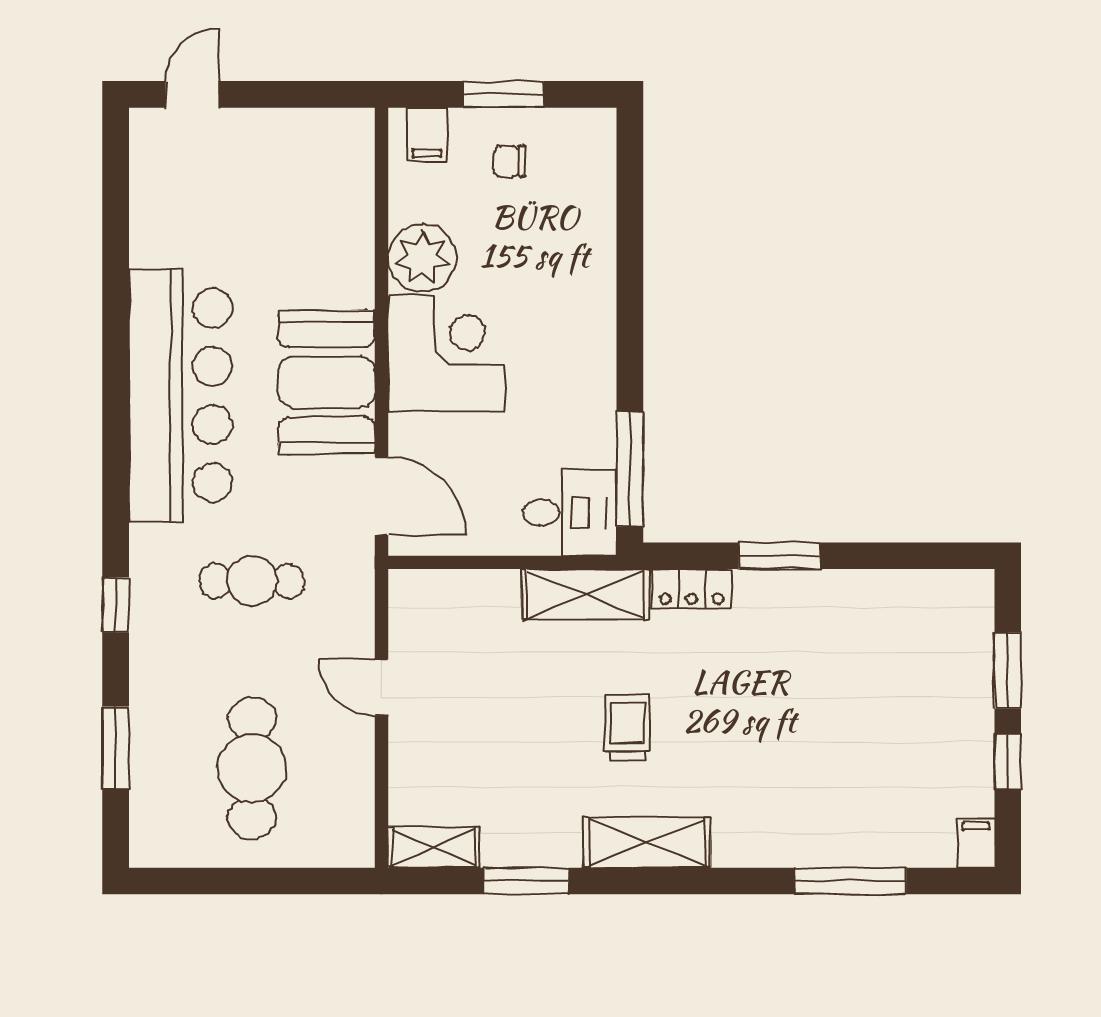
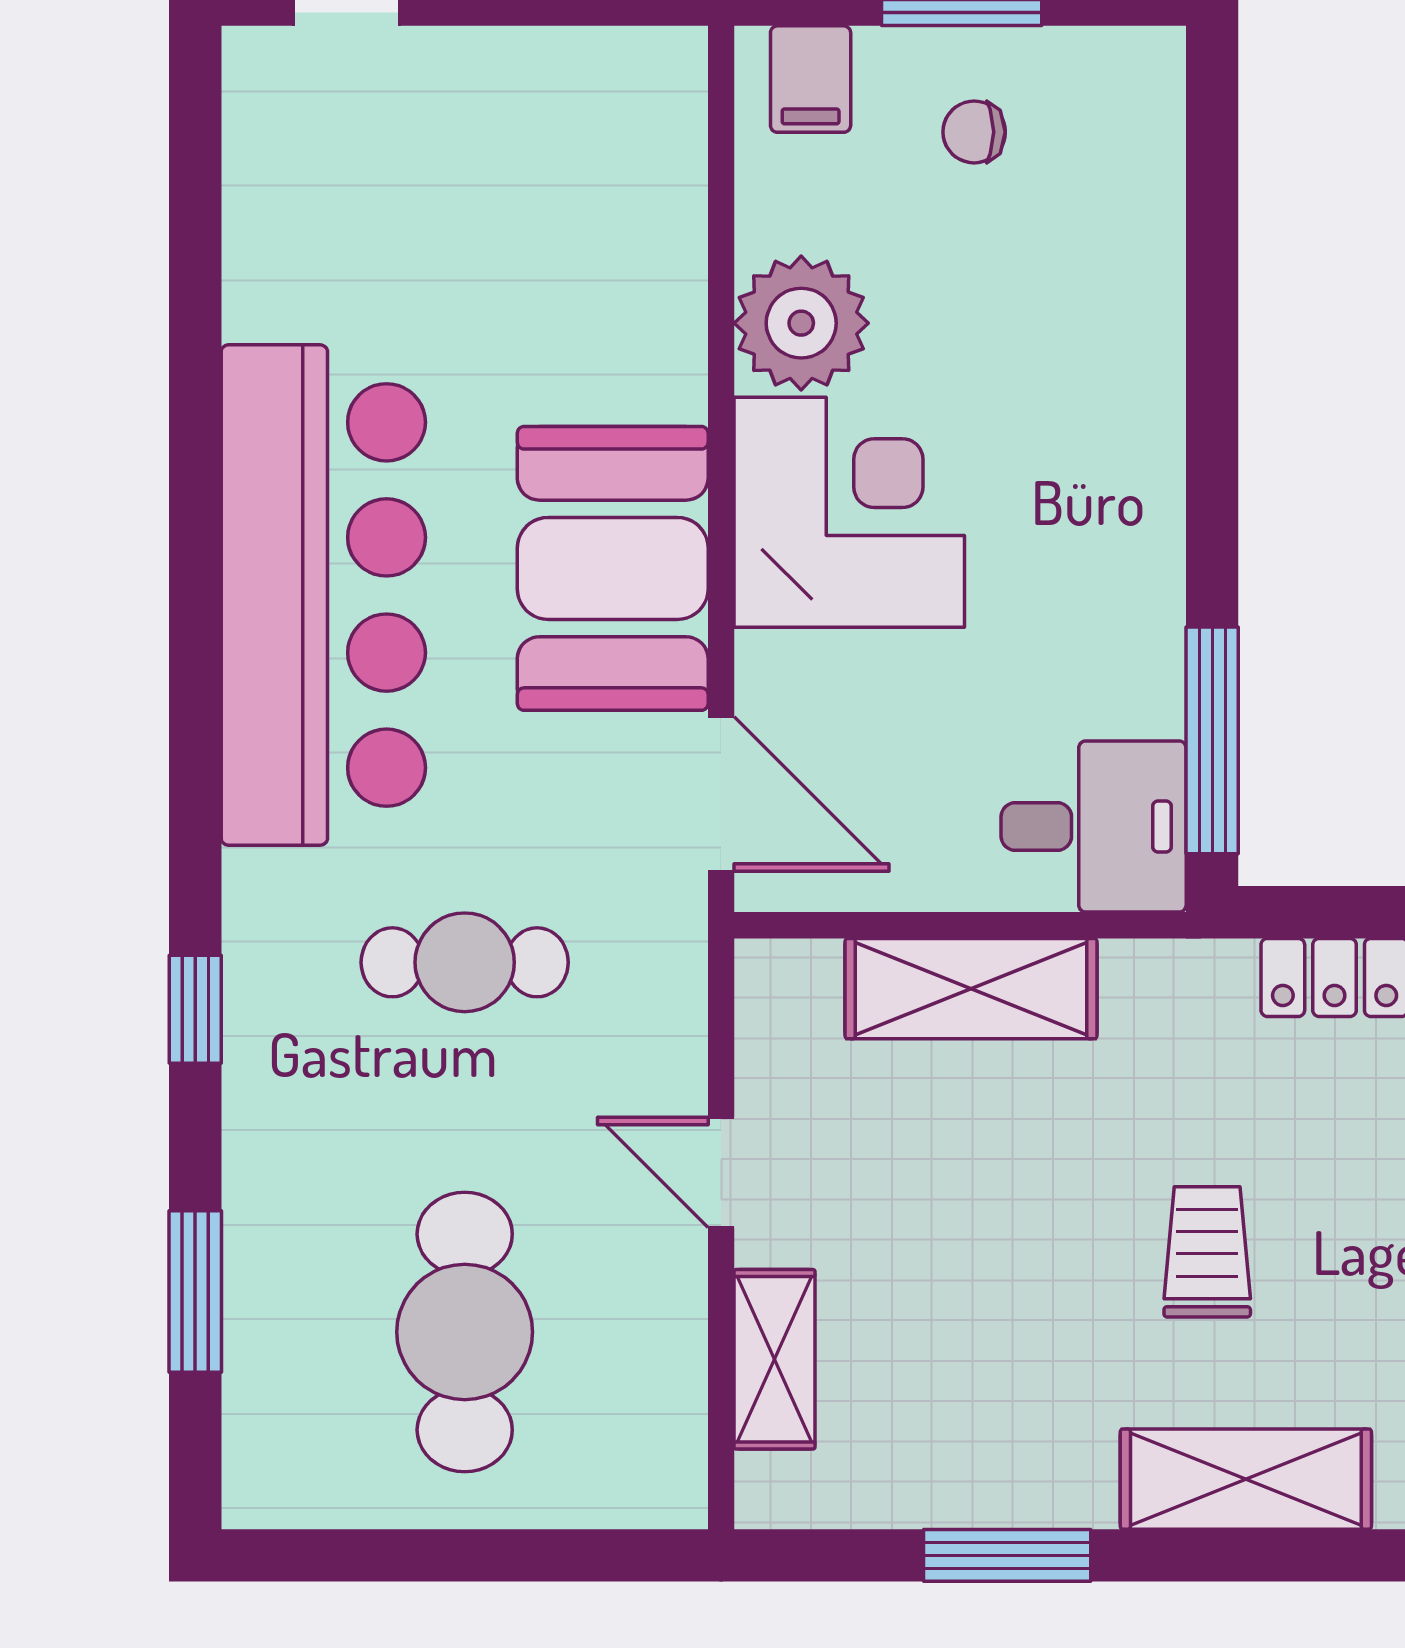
shelving: (585, 594) -> (971, 989), moved
shelving: (434, 847) -> (775, 1359), moved, turned 90

